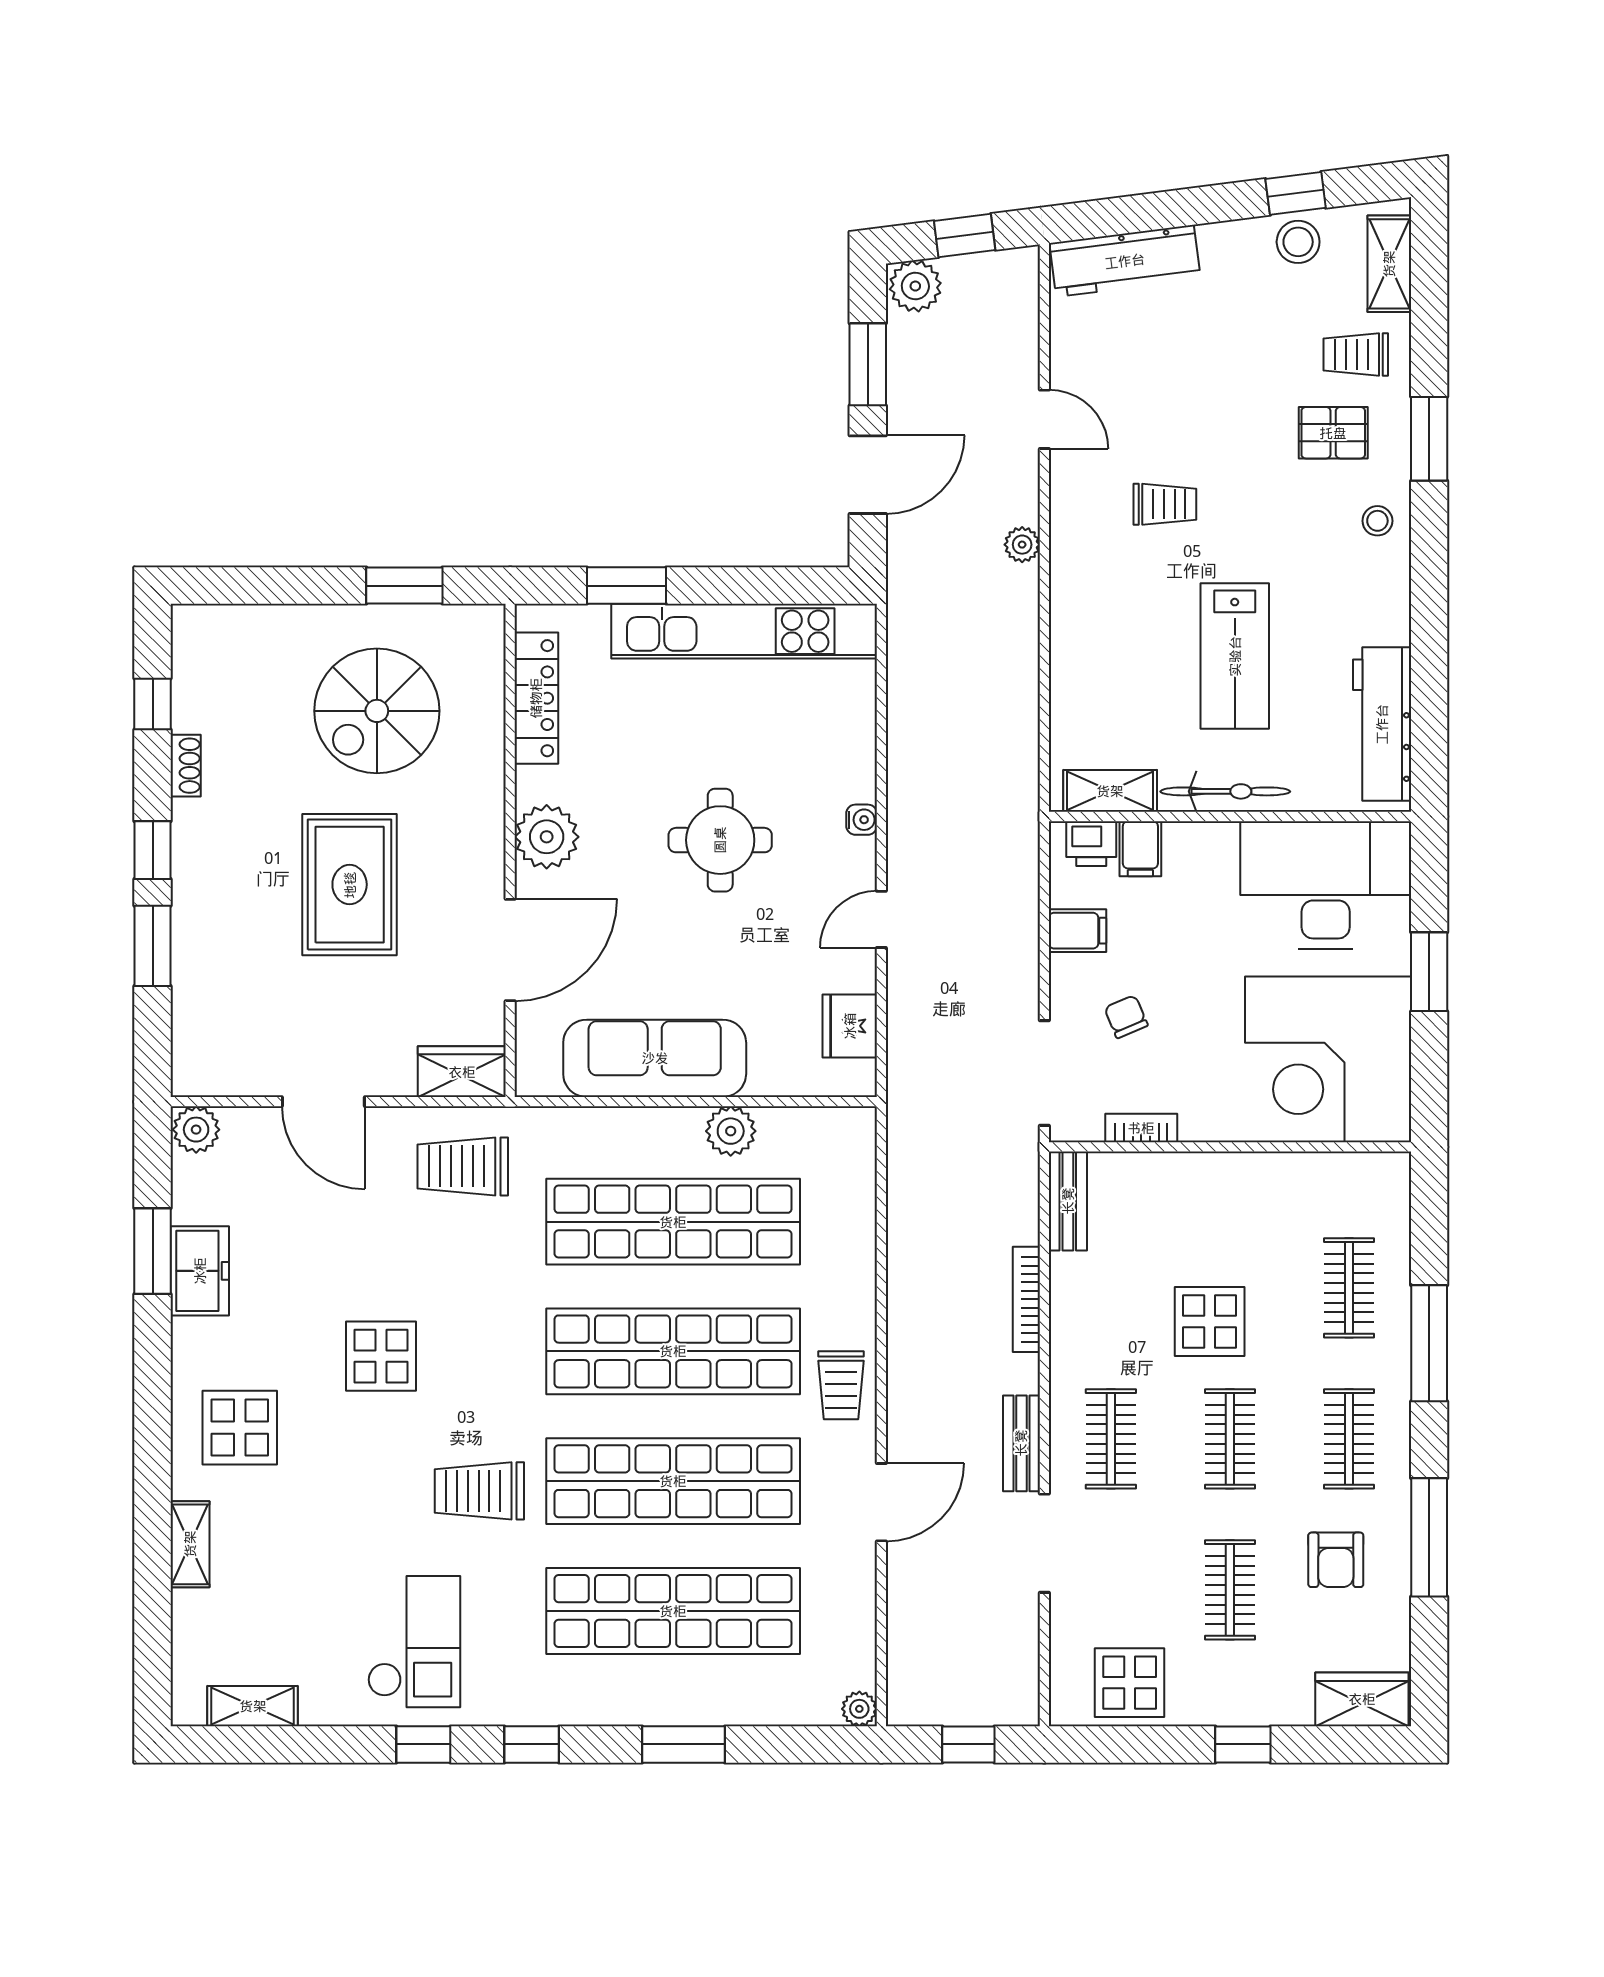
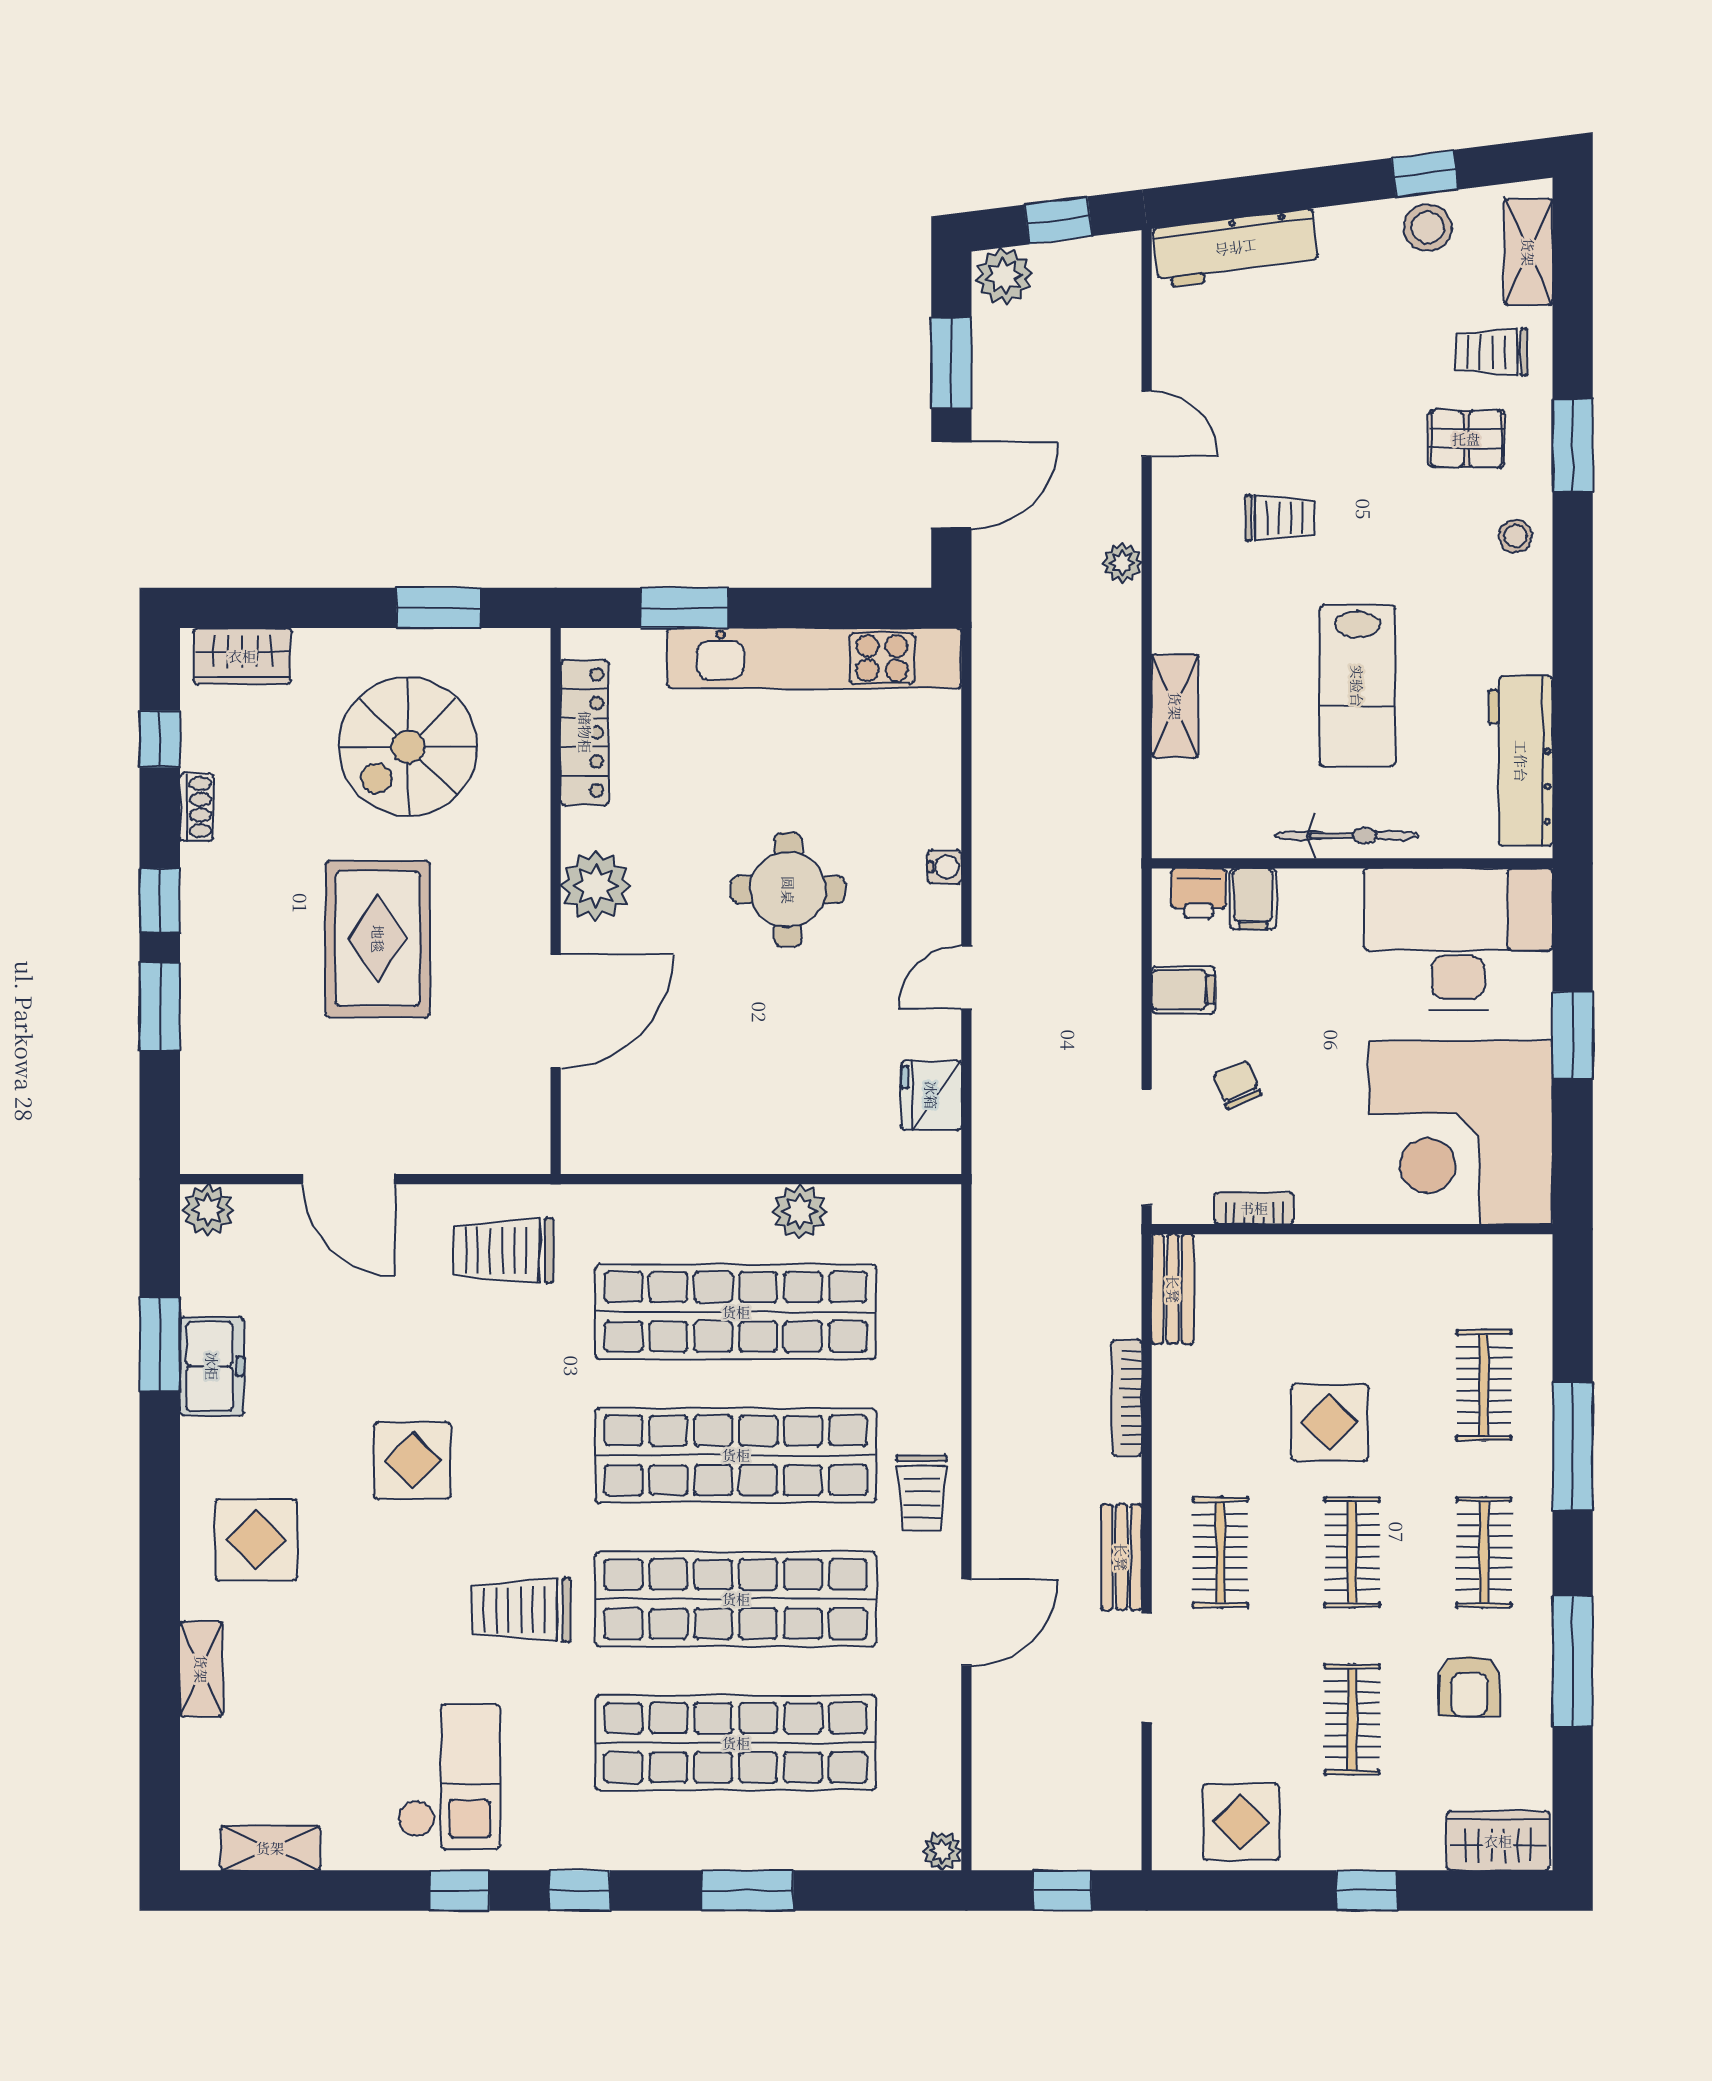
shelving: (1110, 791) -> (1175, 706), moved, turned 90
sofa: (655, 1058) -> (715, 1131), removed
wardrobe: (462, 1072) -> (242, 656), moved, turned 180

